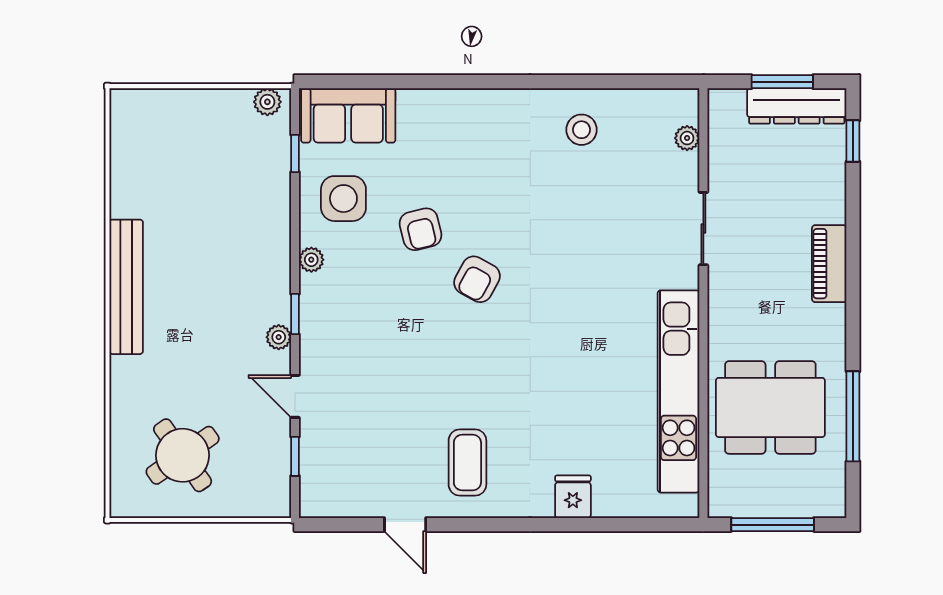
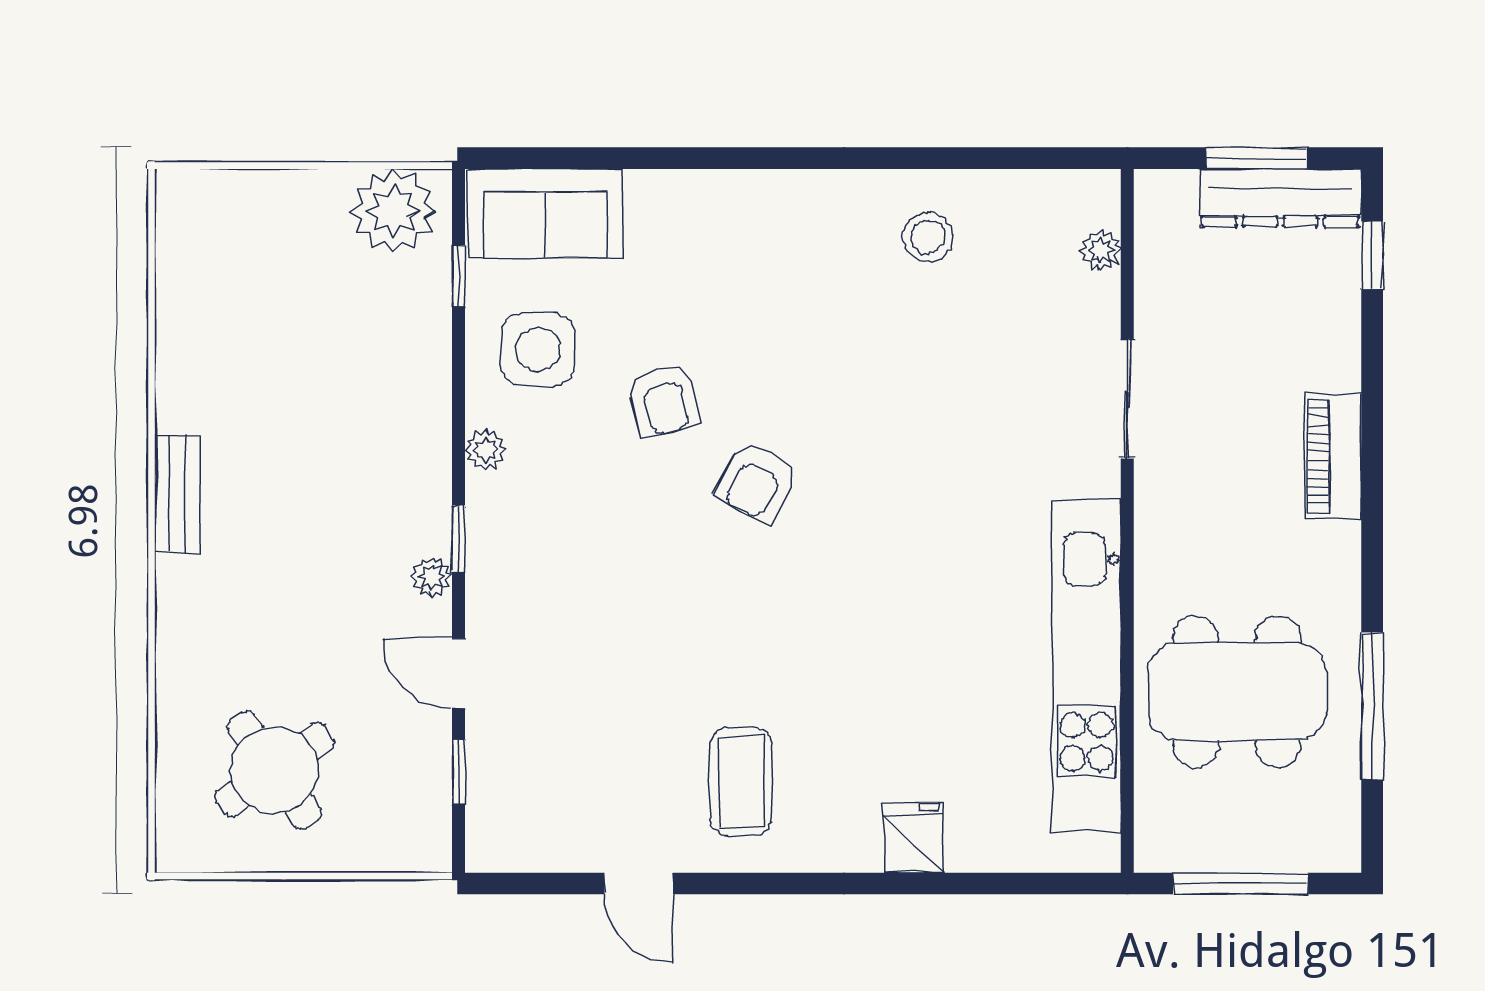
plant: (267, 102) -> (394, 211), width x1.87, depth x1.87
bench: (126, 287) -> (177, 494), width x0.54, depth x0.82

